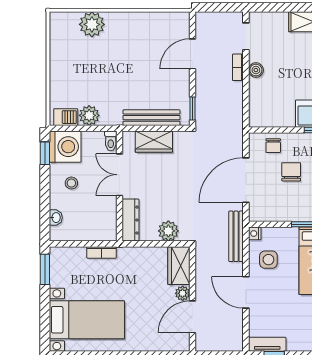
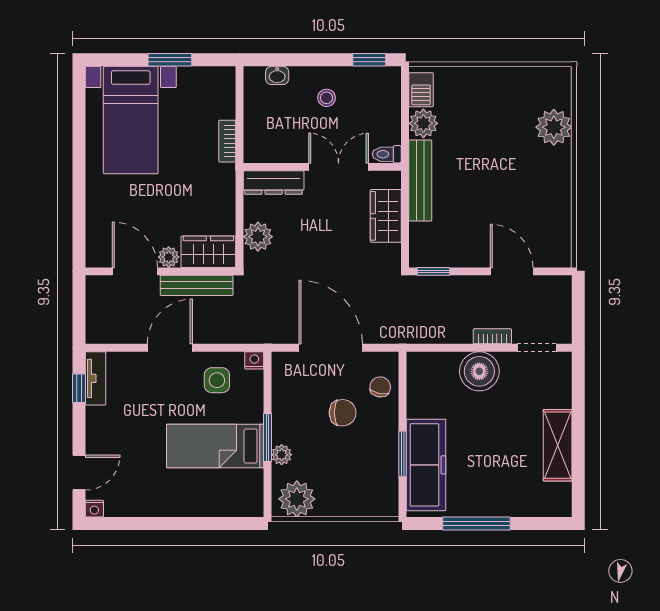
boiler: (256, 70) -> (479, 371), width x1.86, depth x1.86
bench: (151, 118) -> (420, 181), moved
chair: (273, 146) -> (380, 387), turned 102
washing machine: (65, 147) -> (379, 89), removed
bench: (236, 236) -> (197, 285), moved
window: (45, 269) -> (170, 60), moved

